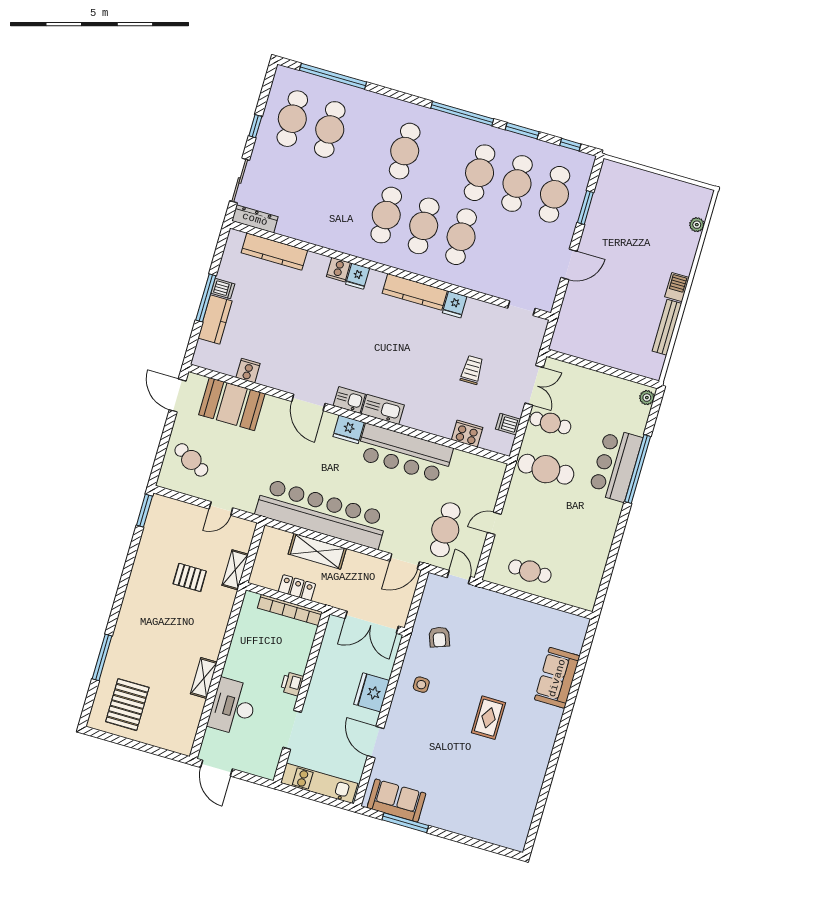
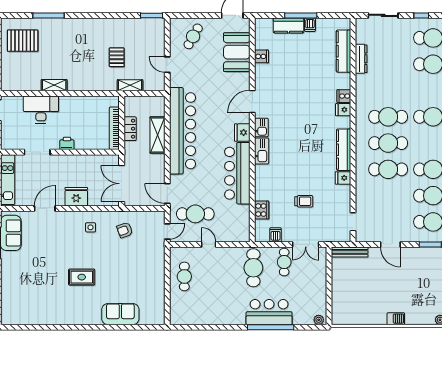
dresser: (255, 219) -> (361, 59), moved
bench: (667, 327) -> (350, 252), moved

